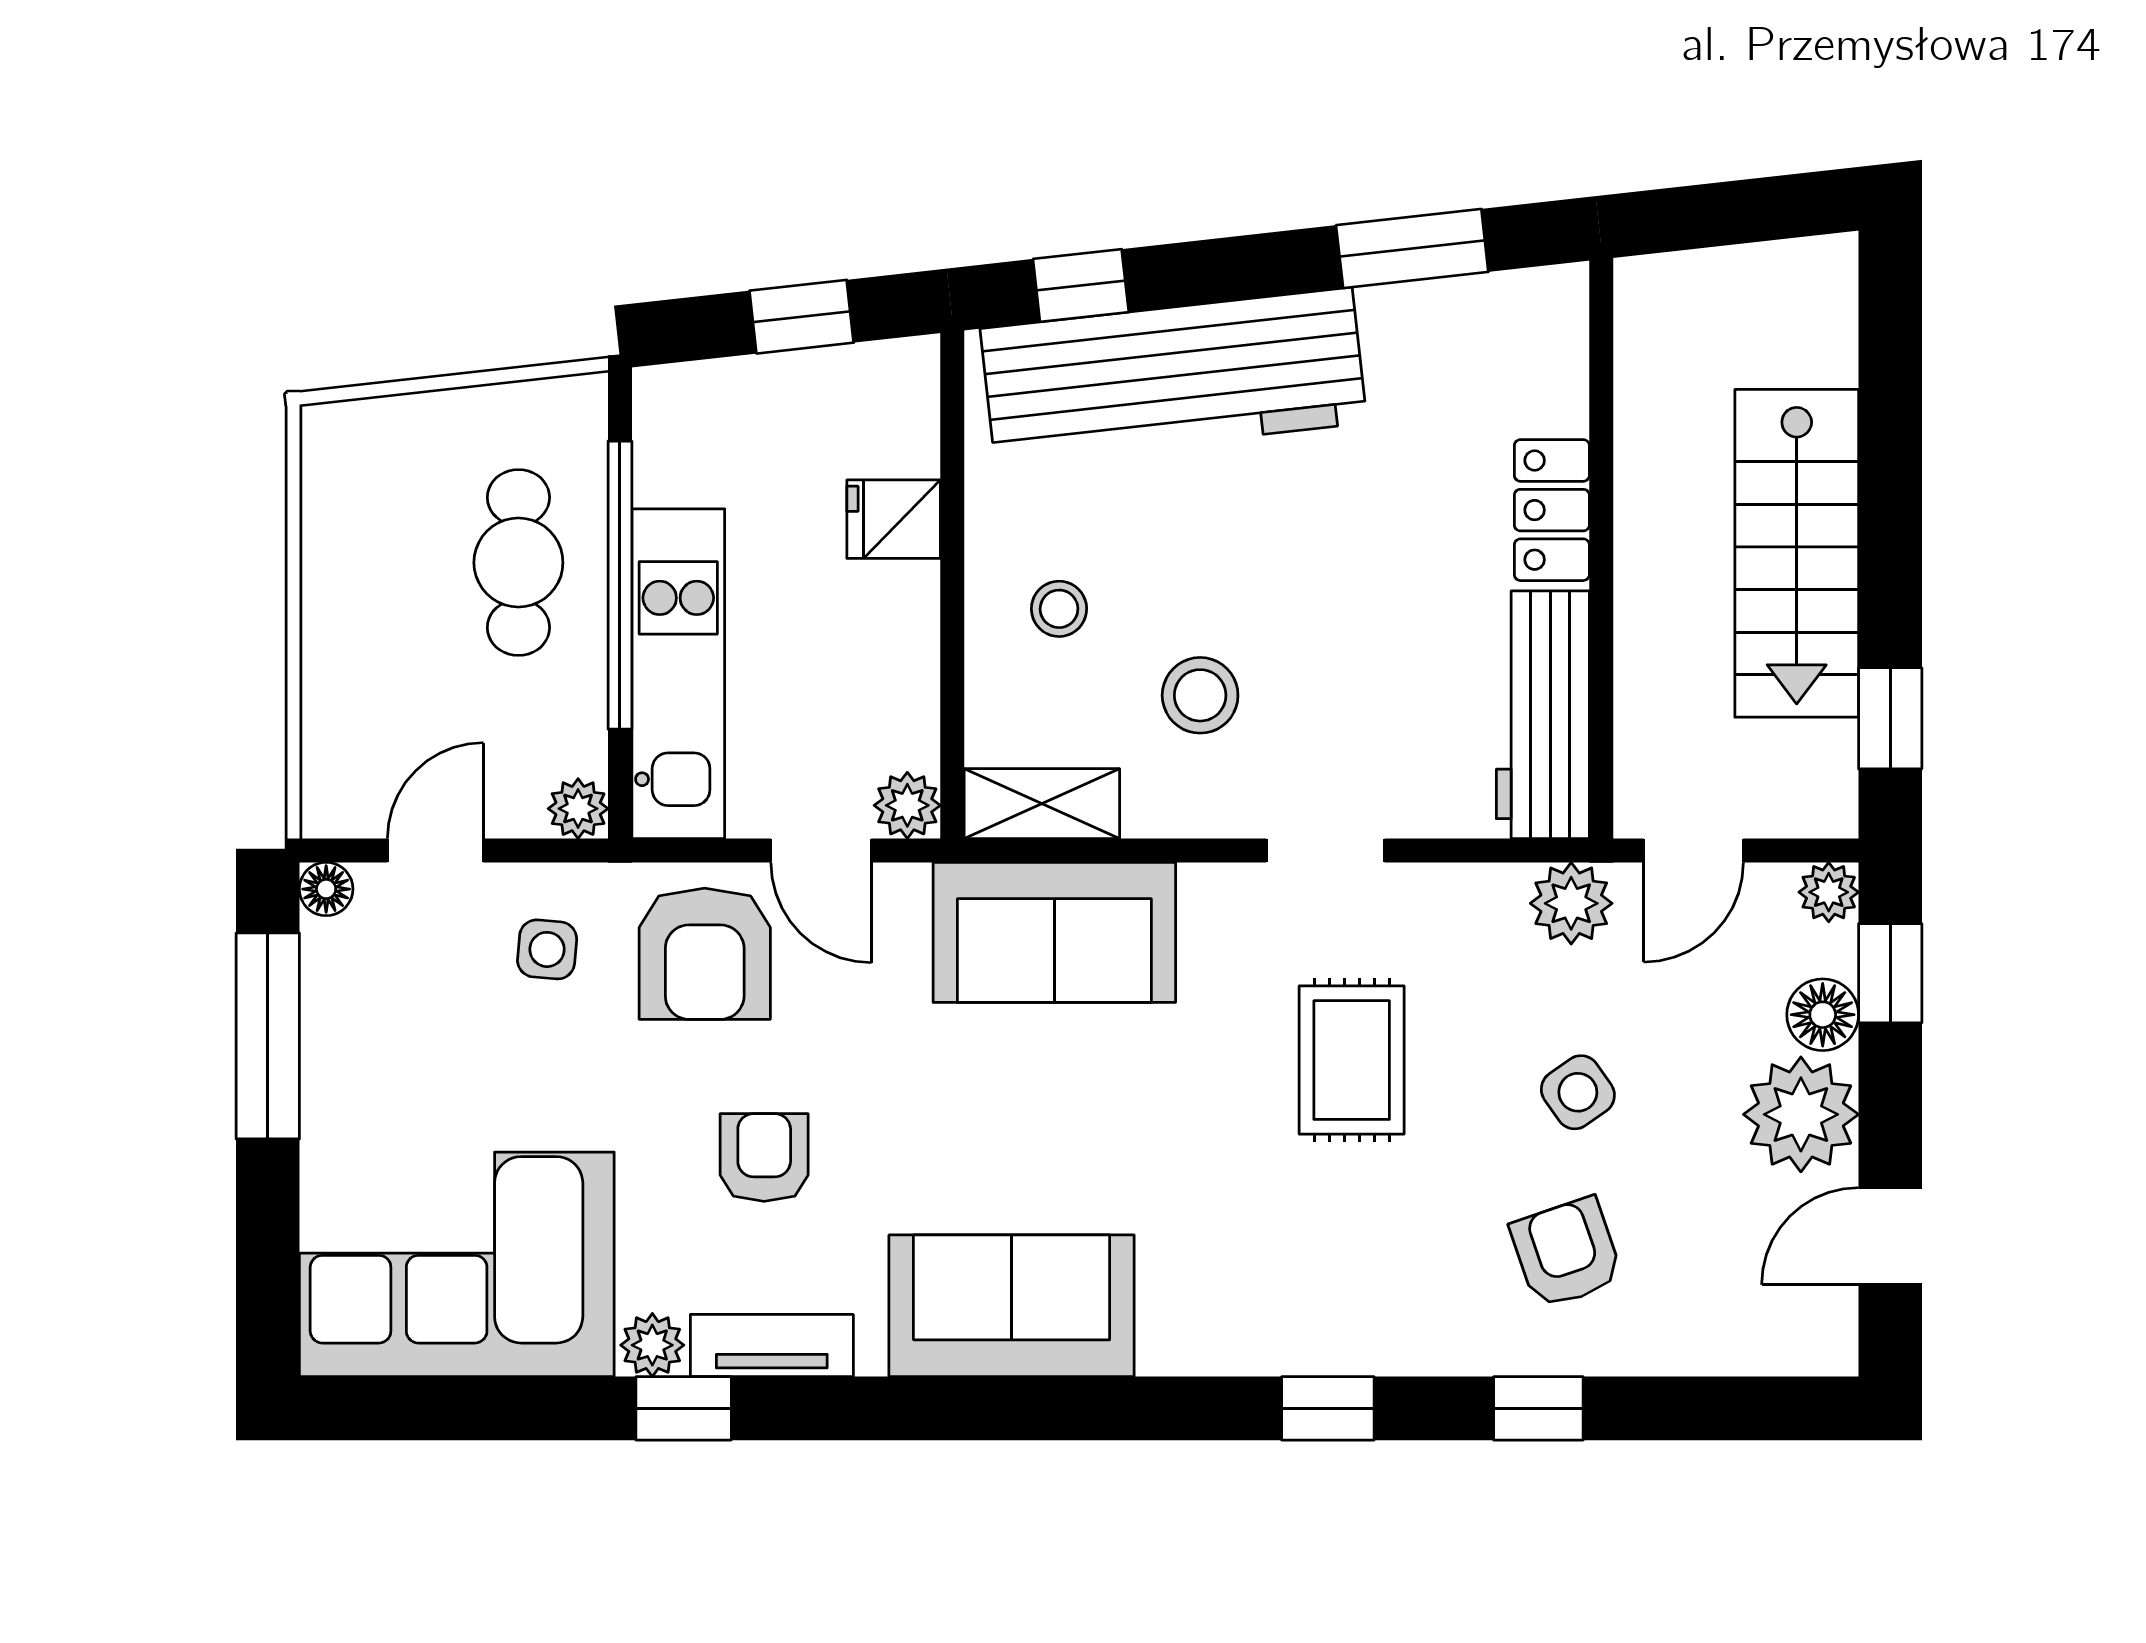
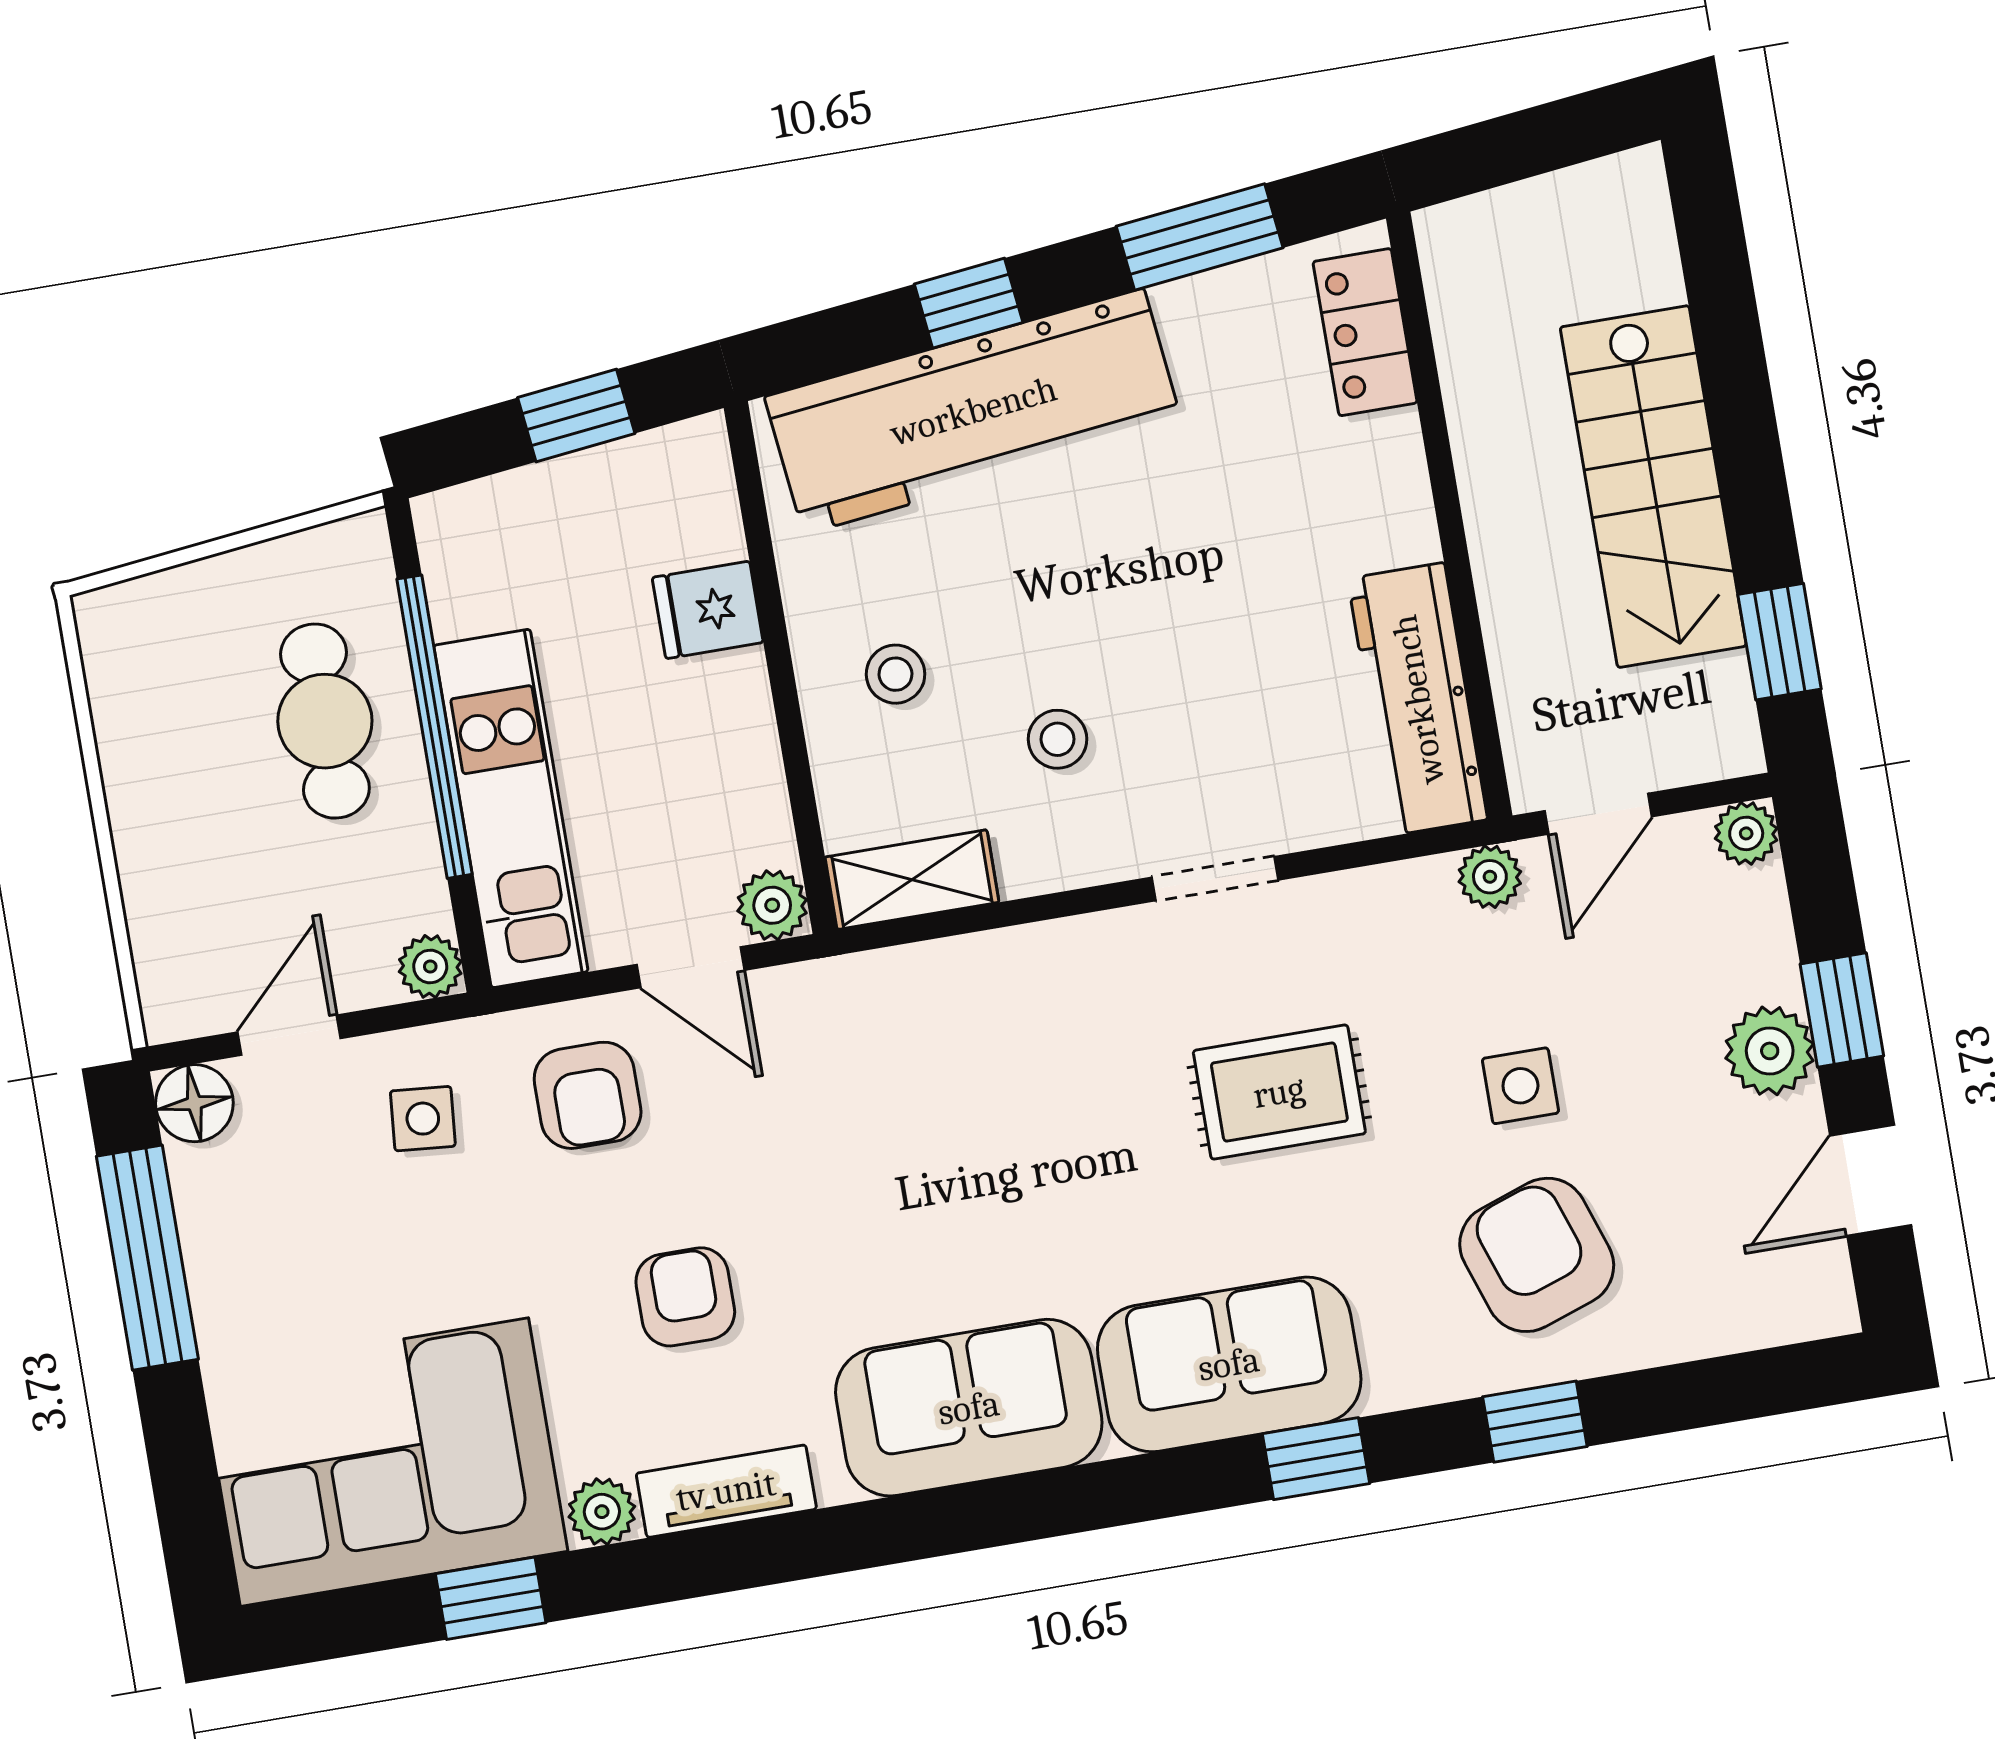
window: (1081, 285) -> (969, 303), moved
locker: (1552, 510) -> (1365, 332), moved
stool: (1200, 695) -> (1058, 739), width x0.73, depth x0.73
floor lamp: (326, 889) -> (194, 1103), width x1.37, depth x1.37
plant: (1571, 903) -> (1490, 877), width x0.73, depth x0.73
sofa: (1054, 932) -> (1229, 1364), moved, turned 180
armchair: (705, 954) -> (588, 1095), width x0.72, depth x0.72
window: (1890, 973) -> (1842, 1010), moved
floor lamp: (1823, 1015) -> (1761, 962), removed
rug: (1352, 1060) -> (1279, 1092), turned 90
side table: (1578, 1092) -> (1520, 1086), turned 35
plant: (1801, 1114) -> (1770, 1051), width x0.73, depth x0.73
armchair: (1566, 1253) -> (1537, 1255), width x1.38, depth x1.38
window: (684, 1408) -> (491, 1598), moved

